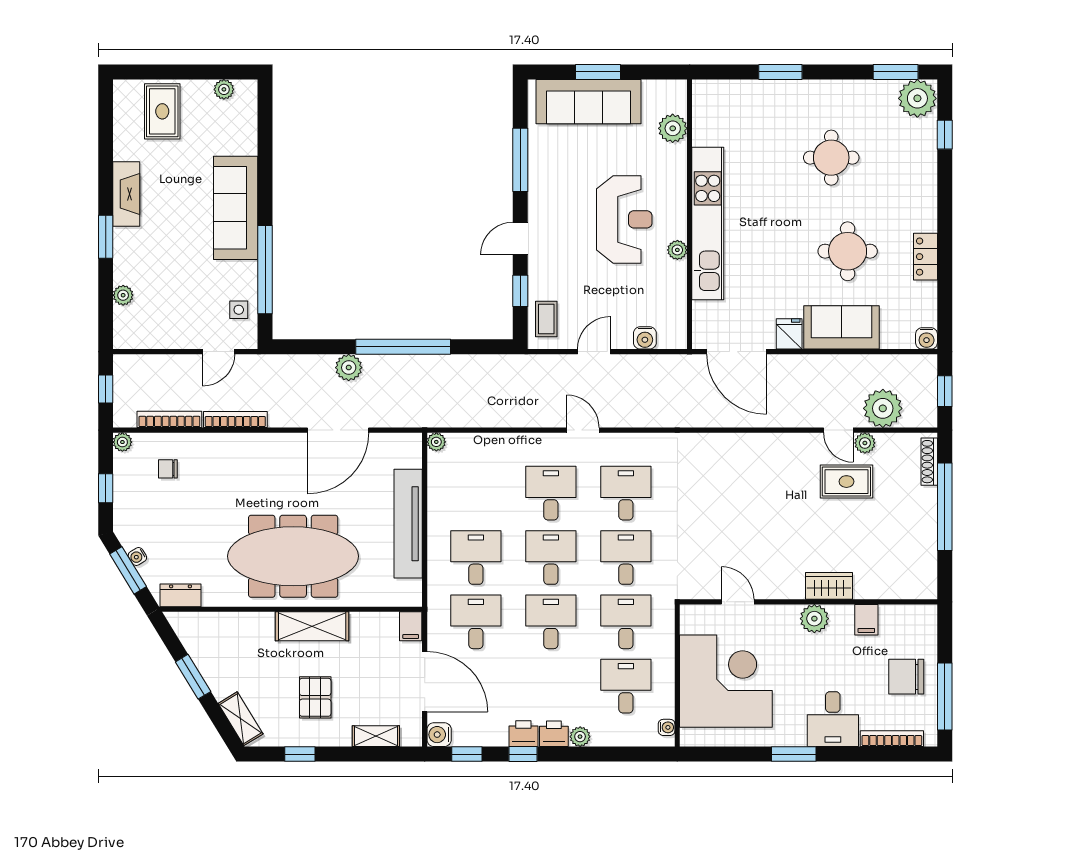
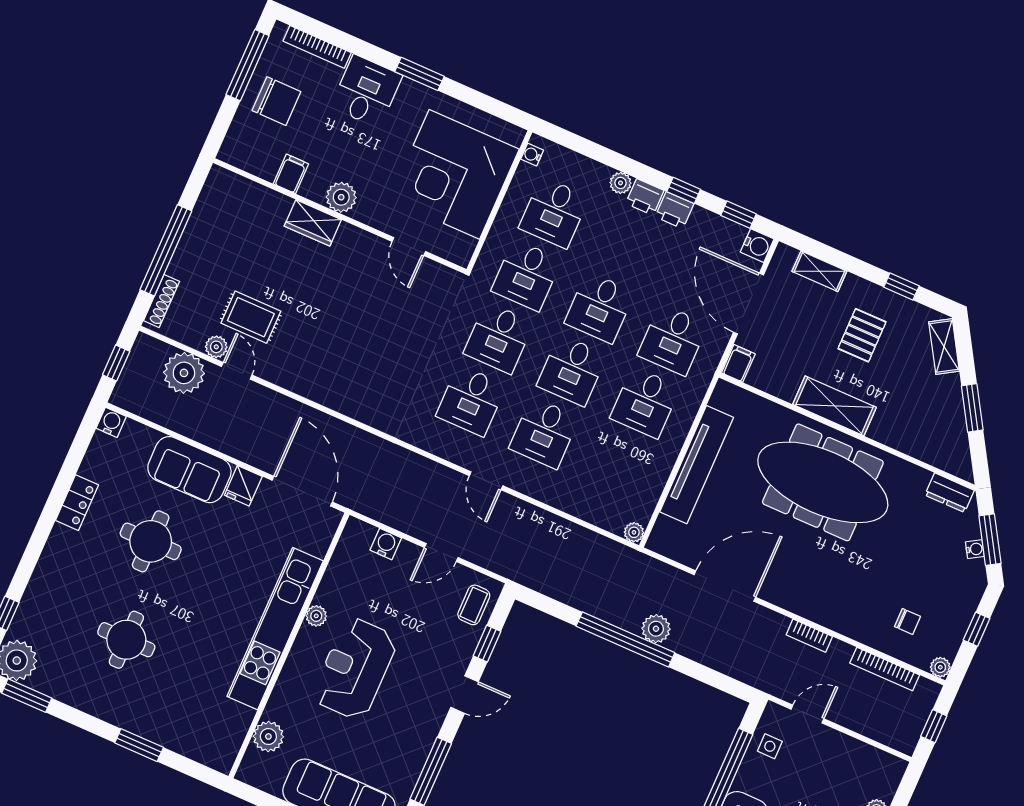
plant: (349, 368) -> (656, 629), moved
bookcase: (235, 420) -> (809, 636), width x0.64

